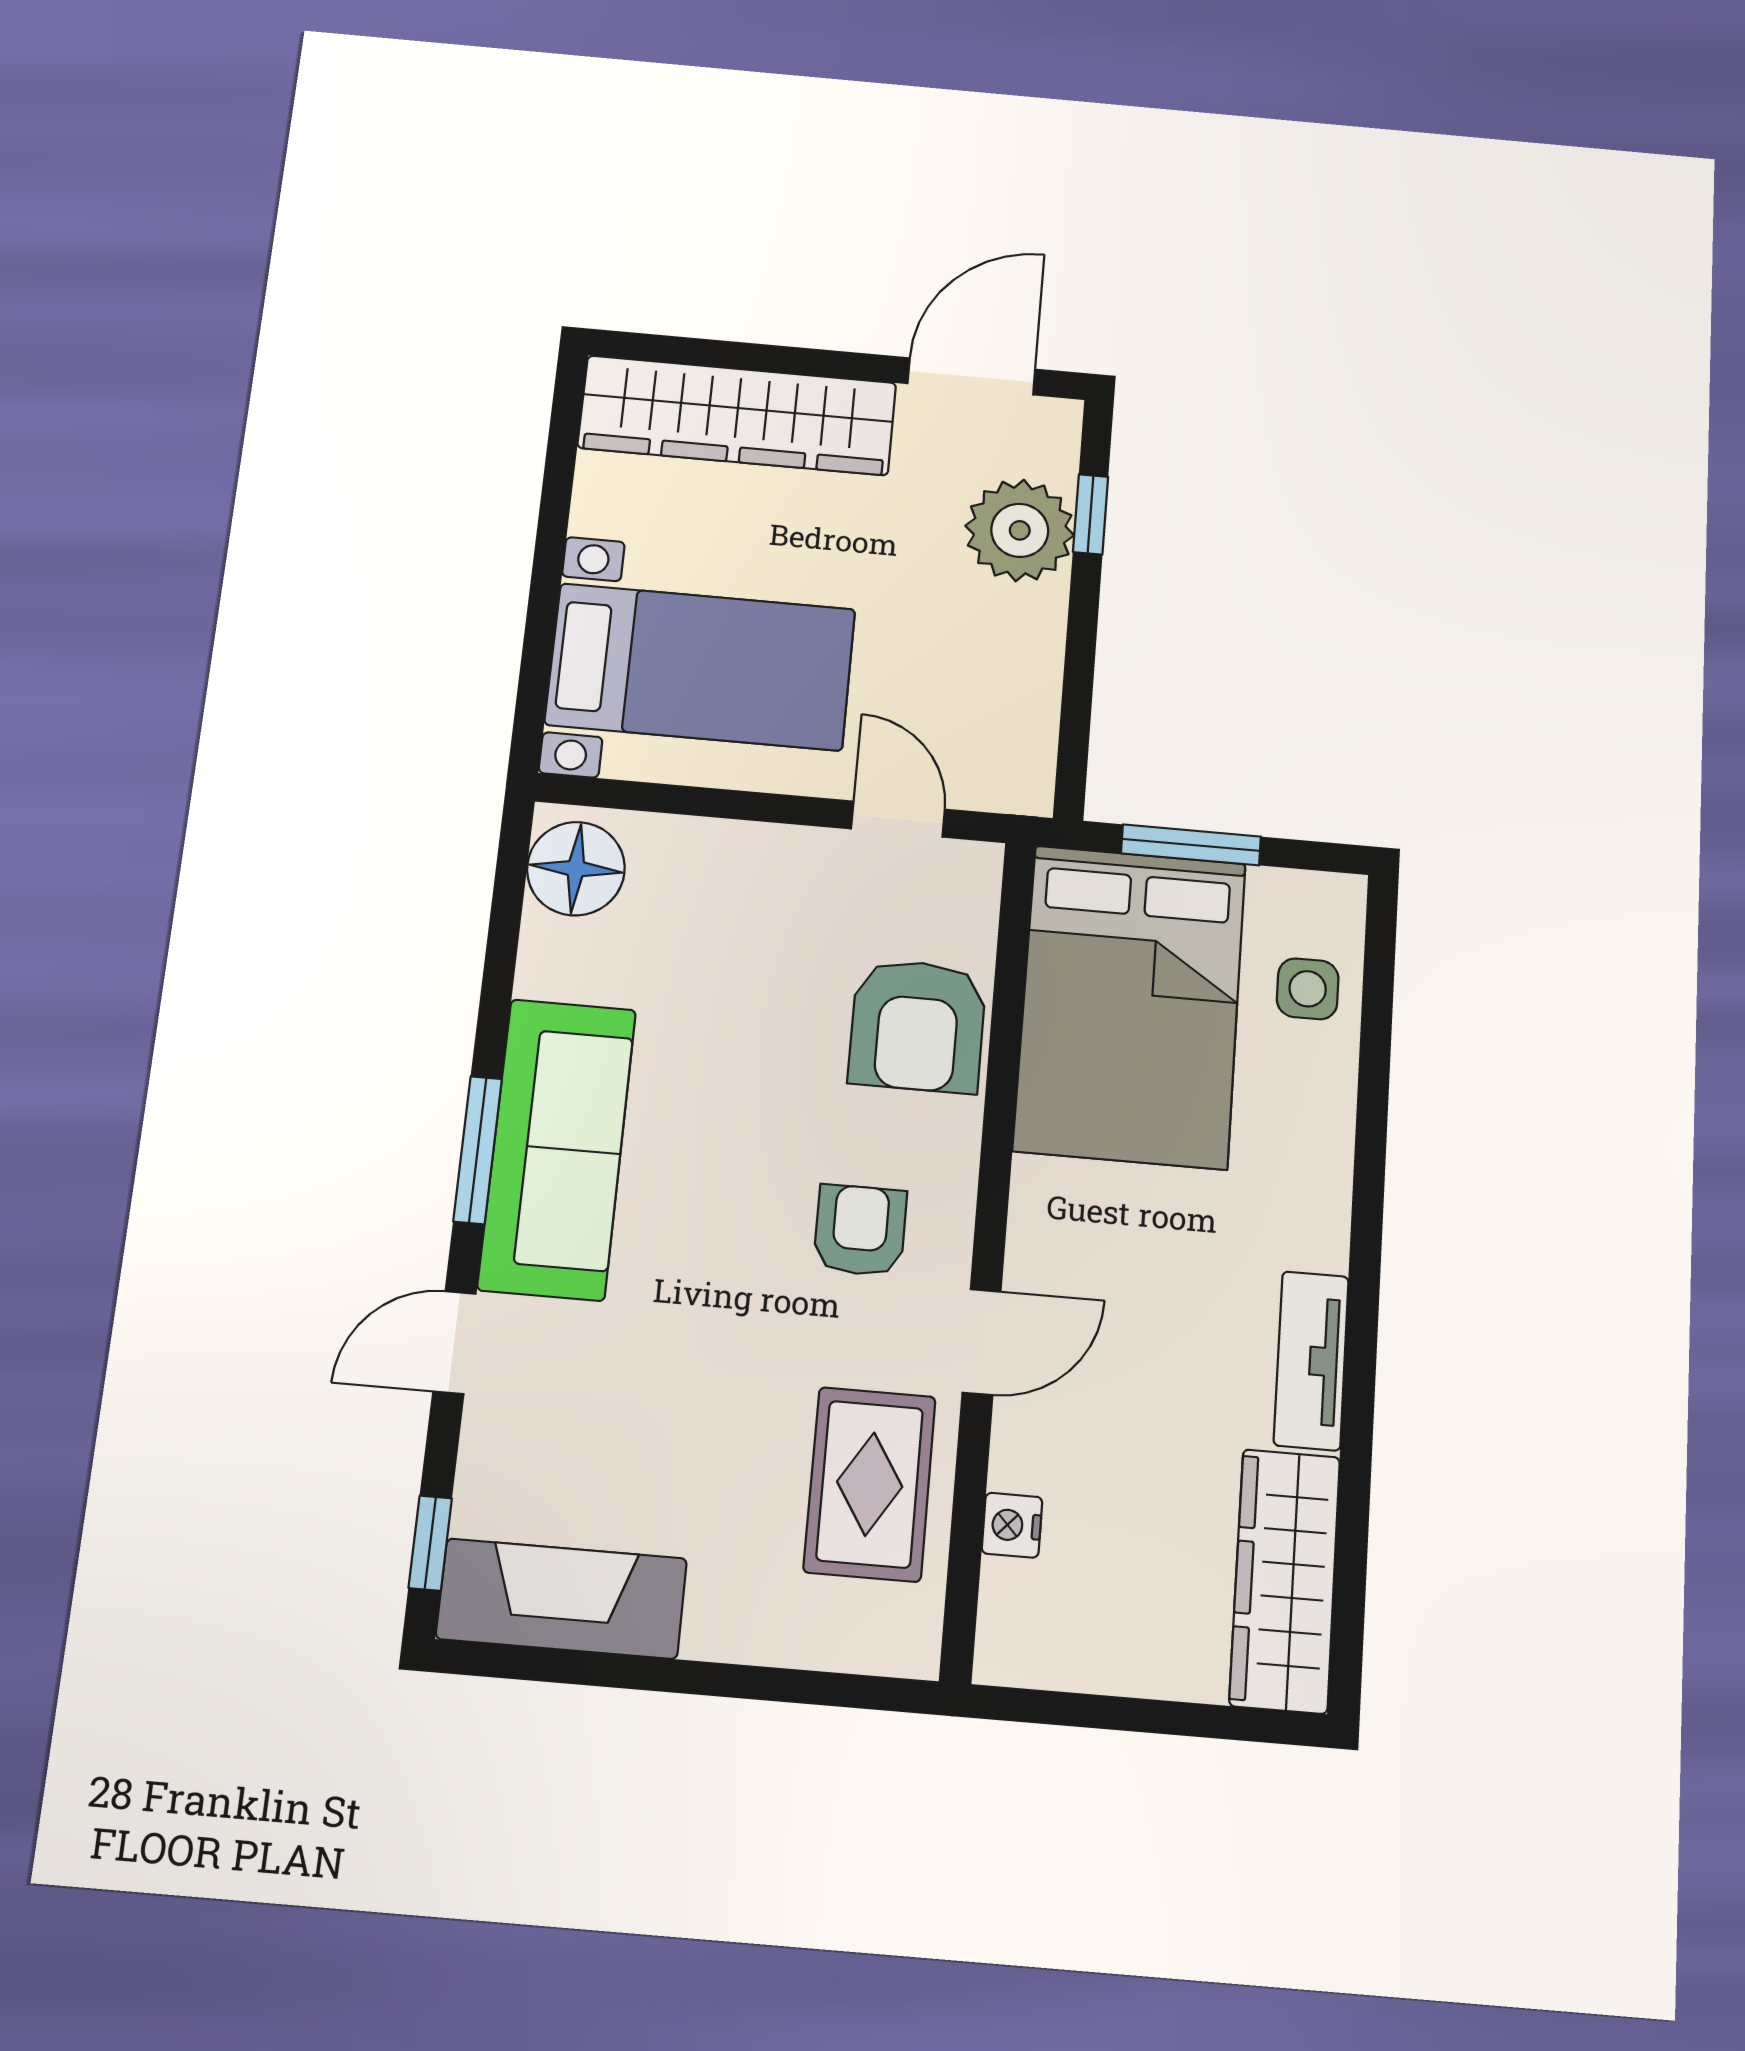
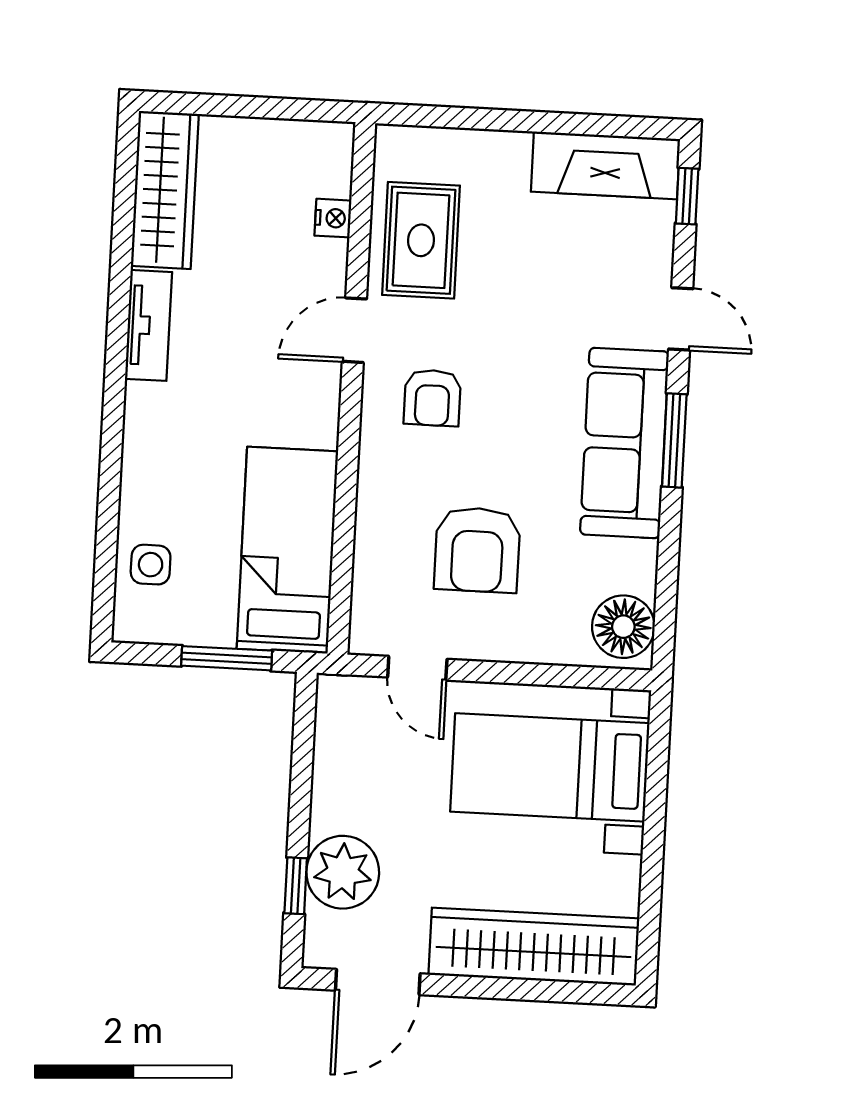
bed: (1130, 1006) -> (287, 550), width x0.67
armchair: (917, 1026) -> (477, 550), moved, turned 180
door: (454, 1342) -> (681, 319), hinge flipped

